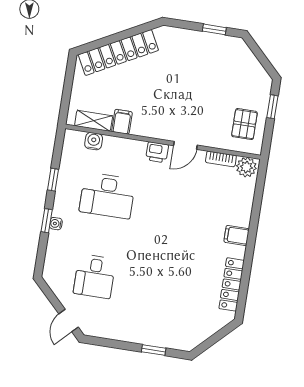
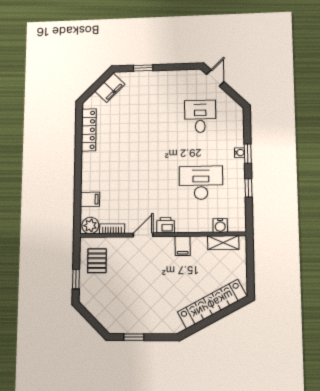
filing cabinet: (122, 122) -> (183, 246), moved
filing cabinet: (237, 235) -> (90, 199), moved
filing cabinet: (198, 333) -> (110, 88), added

